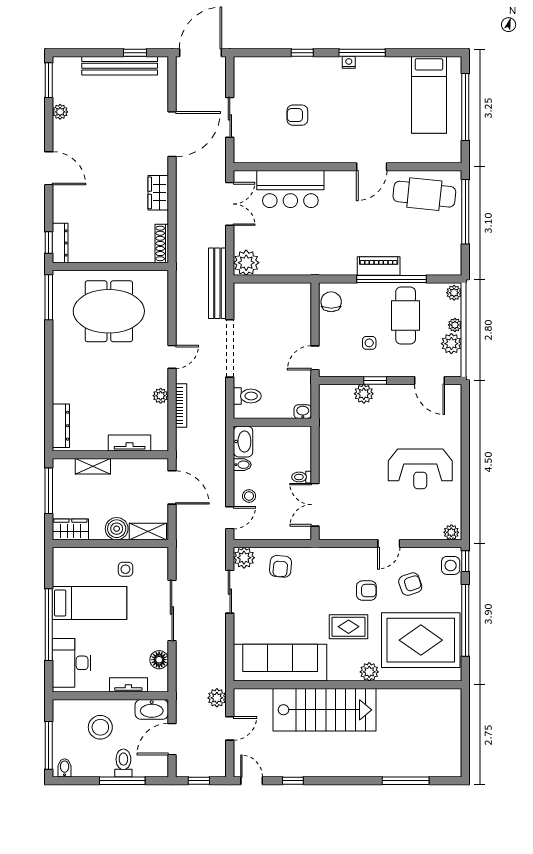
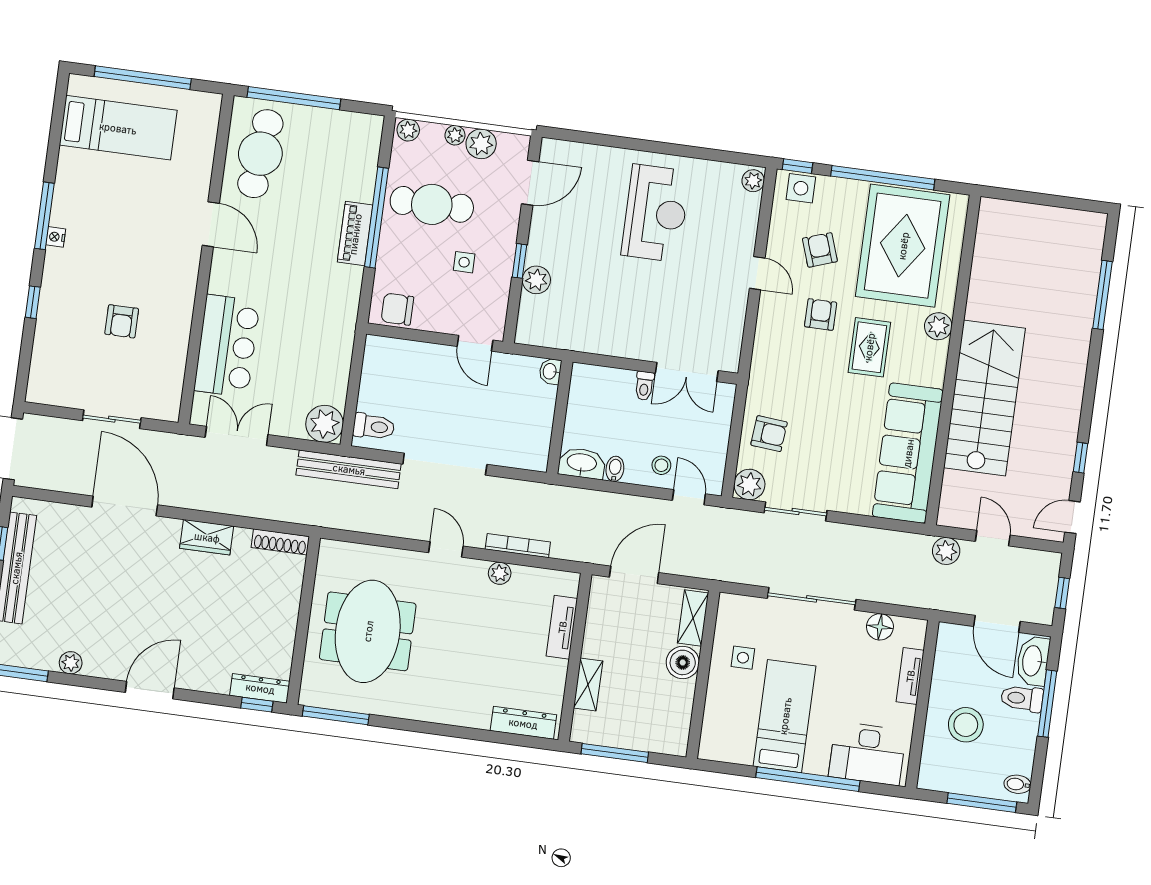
toilet: (247, 396) -> (374, 427), moved, turned 90
wardrobe: (70, 529) -> (675, 729), removed
washbasin: (152, 709) -> (1033, 661), moved, turned 180

